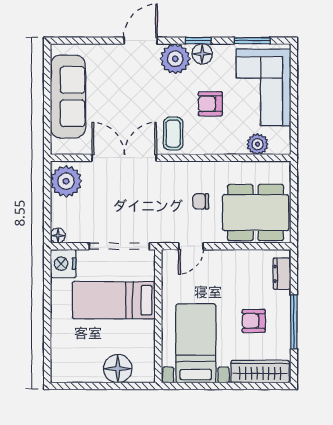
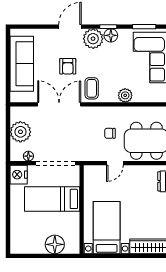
armchair: (210, 104) -> (68, 66), moved, turned -90
plant: (258, 144) -> (125, 95), moved
plant: (66, 181) -> (20, 132), moved
floor lamp: (58, 236) -> (28, 156), moved
door: (191, 246) -> (115, 163), moved
armchair: (254, 321) -> (145, 213), removed

